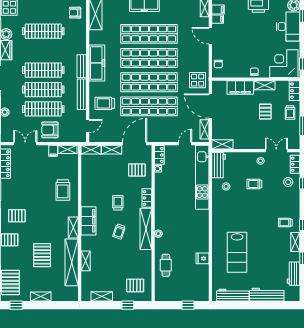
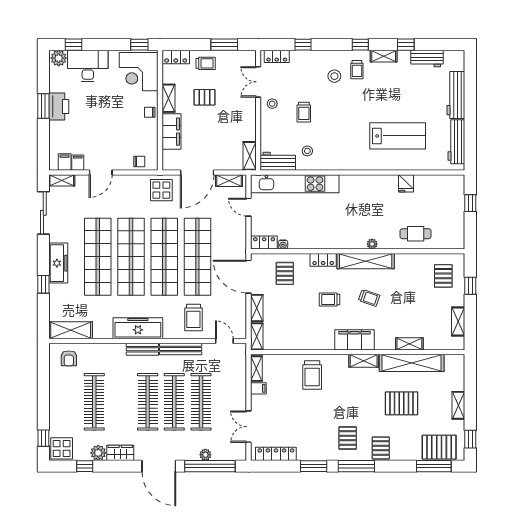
armchair: (50, 130) -> (230, 393), removed
stool: (288, 182) -> (334, 76), moved
trolley: (63, 190) -> (312, 375), turned 90

